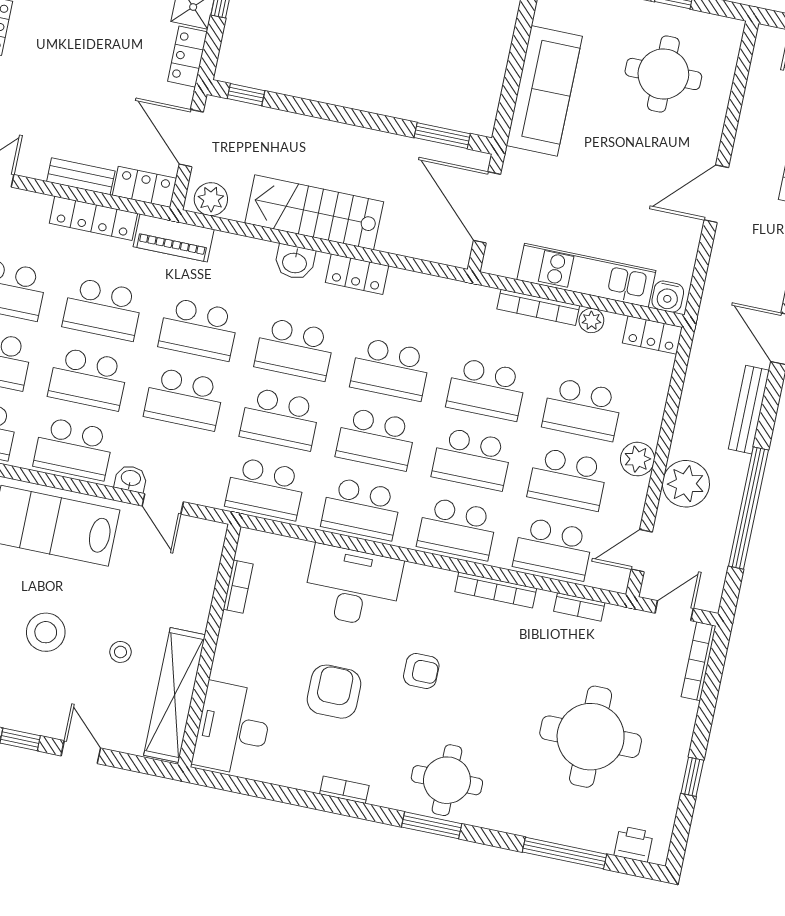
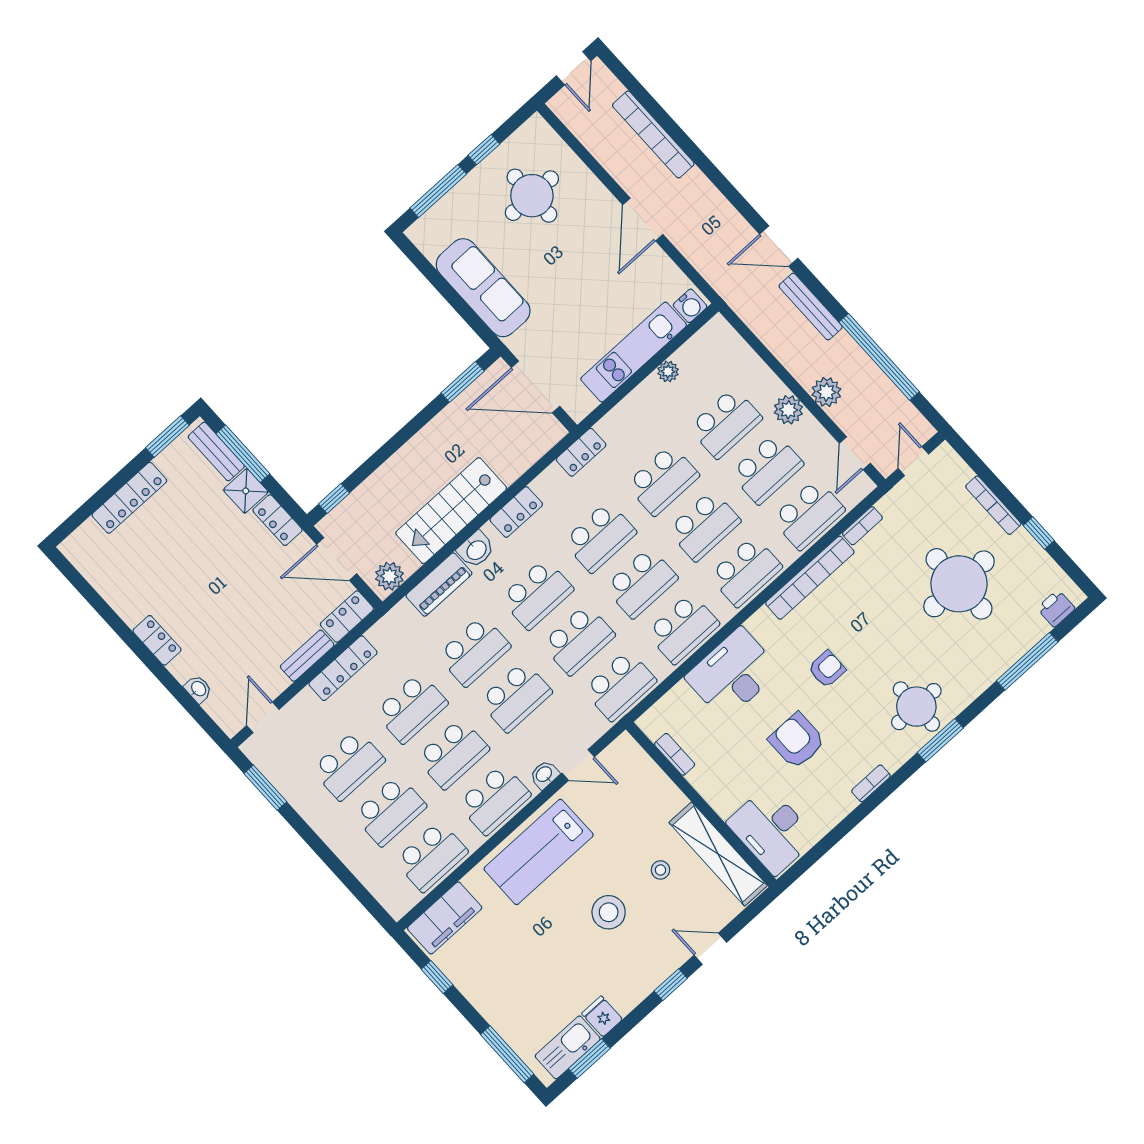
piano: (174, 238) -> (439, 585), moved
bookcase: (538, 307) -> (632, 402), removed
locker: (652, 335) -> (581, 452), moved
plant: (686, 484) -> (826, 392), width x0.73, depth x0.73
bookcase: (496, 590) -> (810, 578), width x1.48, depth x1.31
bookcase: (699, 661) -> (993, 505), moved

